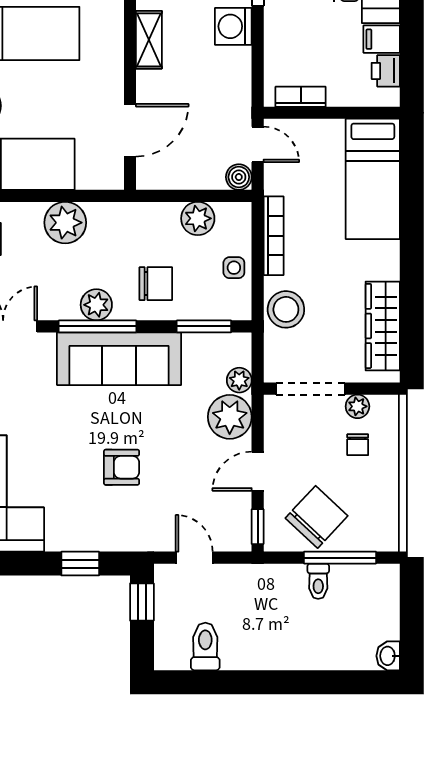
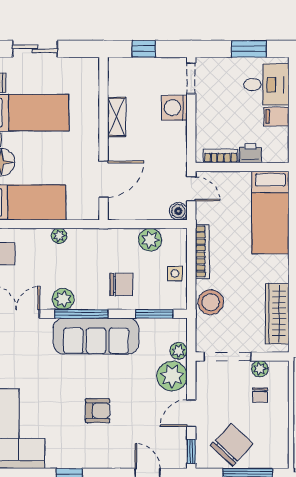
printer: (386, 71) -> (250, 153), moved, turned 90
plant: (65, 223) -> (59, 236), width x0.53, depth x0.53
plant: (96, 305) -> (63, 299), moved

